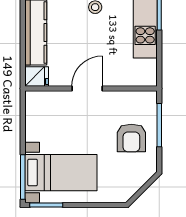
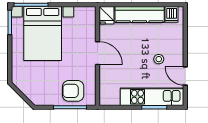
armchair: (131, 138) -> (73, 91), moved
bed with nightstands: (61, 173) -> (43, 33), width x1.36

